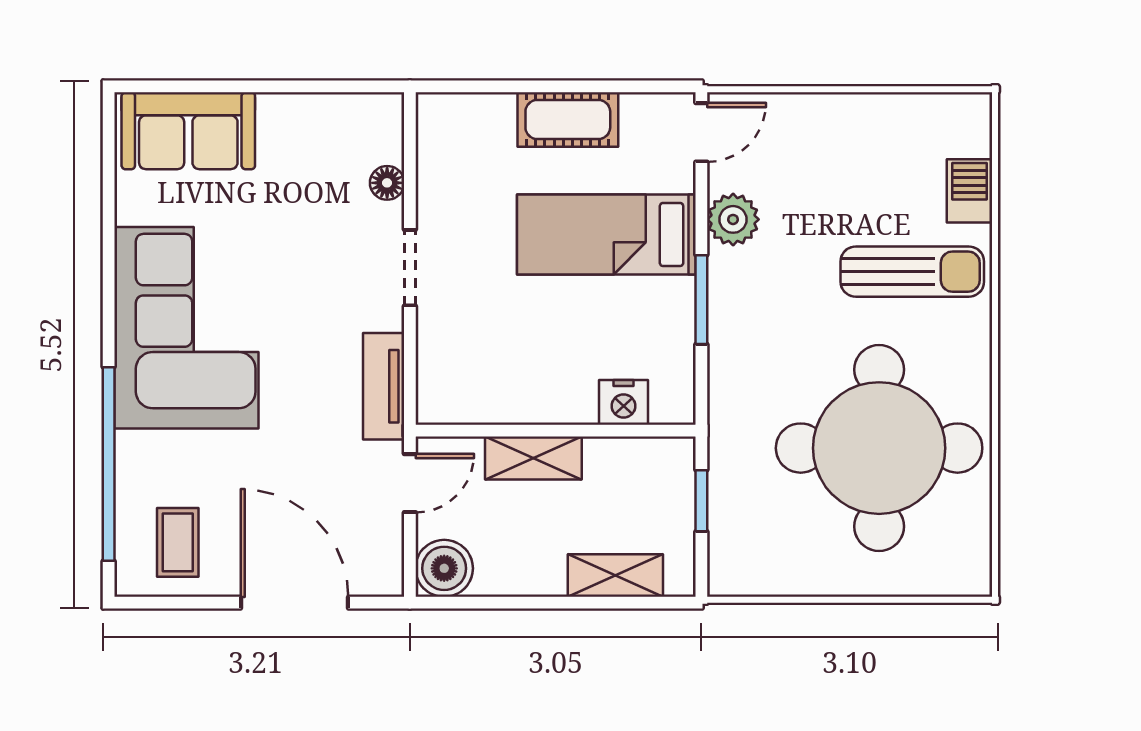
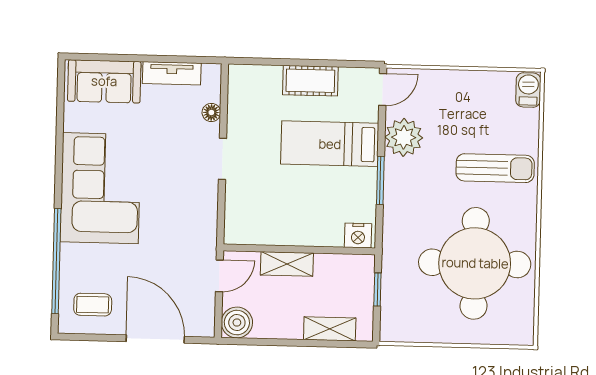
barbecue: (969, 191) -> (528, 90), moved
plant: (733, 219) -> (404, 137), width x1.36, depth x1.36
tv unit: (384, 386) -> (172, 73), moved, turned -90
nightstand: (623, 402) -> (358, 236), moved
coffee table: (178, 542) -> (93, 305), turned 90

